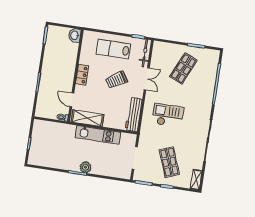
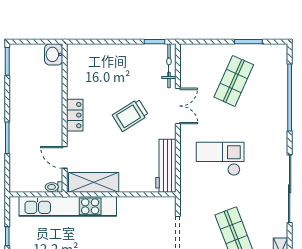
lab bench: (113, 49) -> (118, 67), removed
kitchen unit: (98, 135) -> (68, 206), moved, width x1.36

